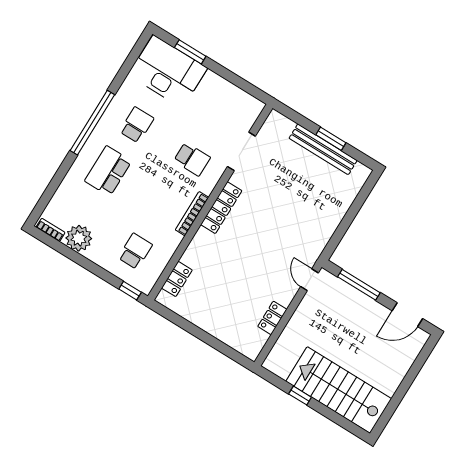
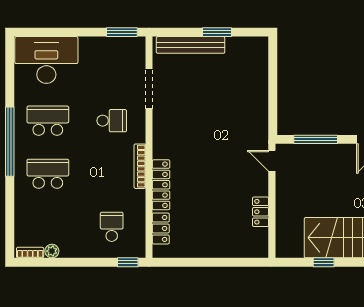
window: (190, 52) -> (122, 32), moved
school desk: (137, 125) -> (48, 121), width x1.85
bench: (323, 149) -> (191, 45), moved
school desk: (108, 171) -> (48, 174), turned 90
locker: (221, 208) -> (161, 185), moved
plant: (79, 238) -> (52, 251), width x0.53, depth x0.53

